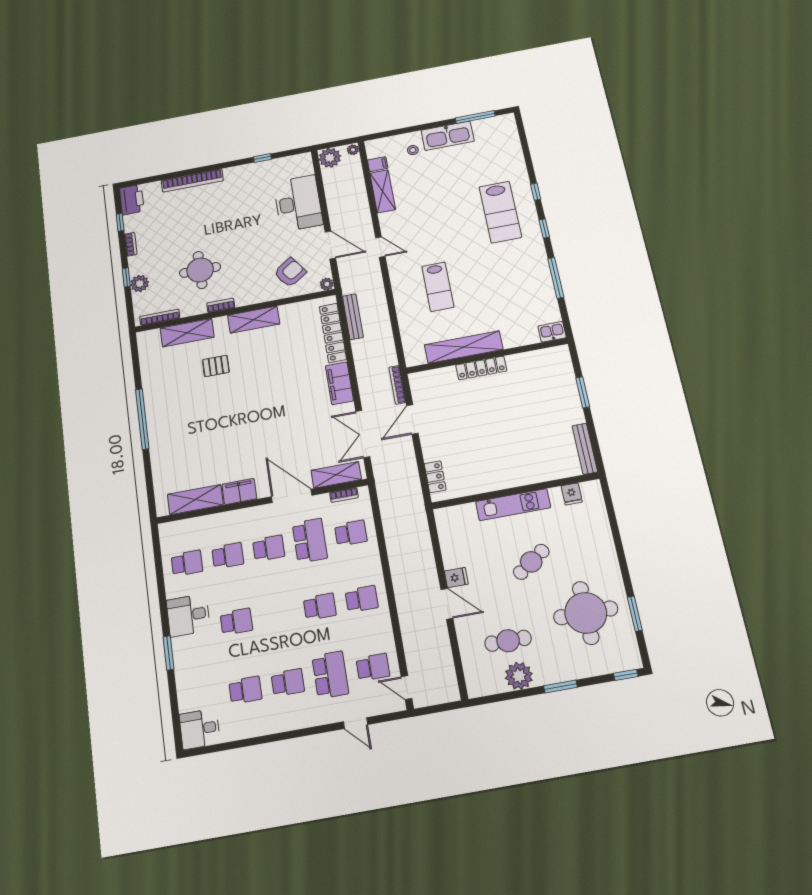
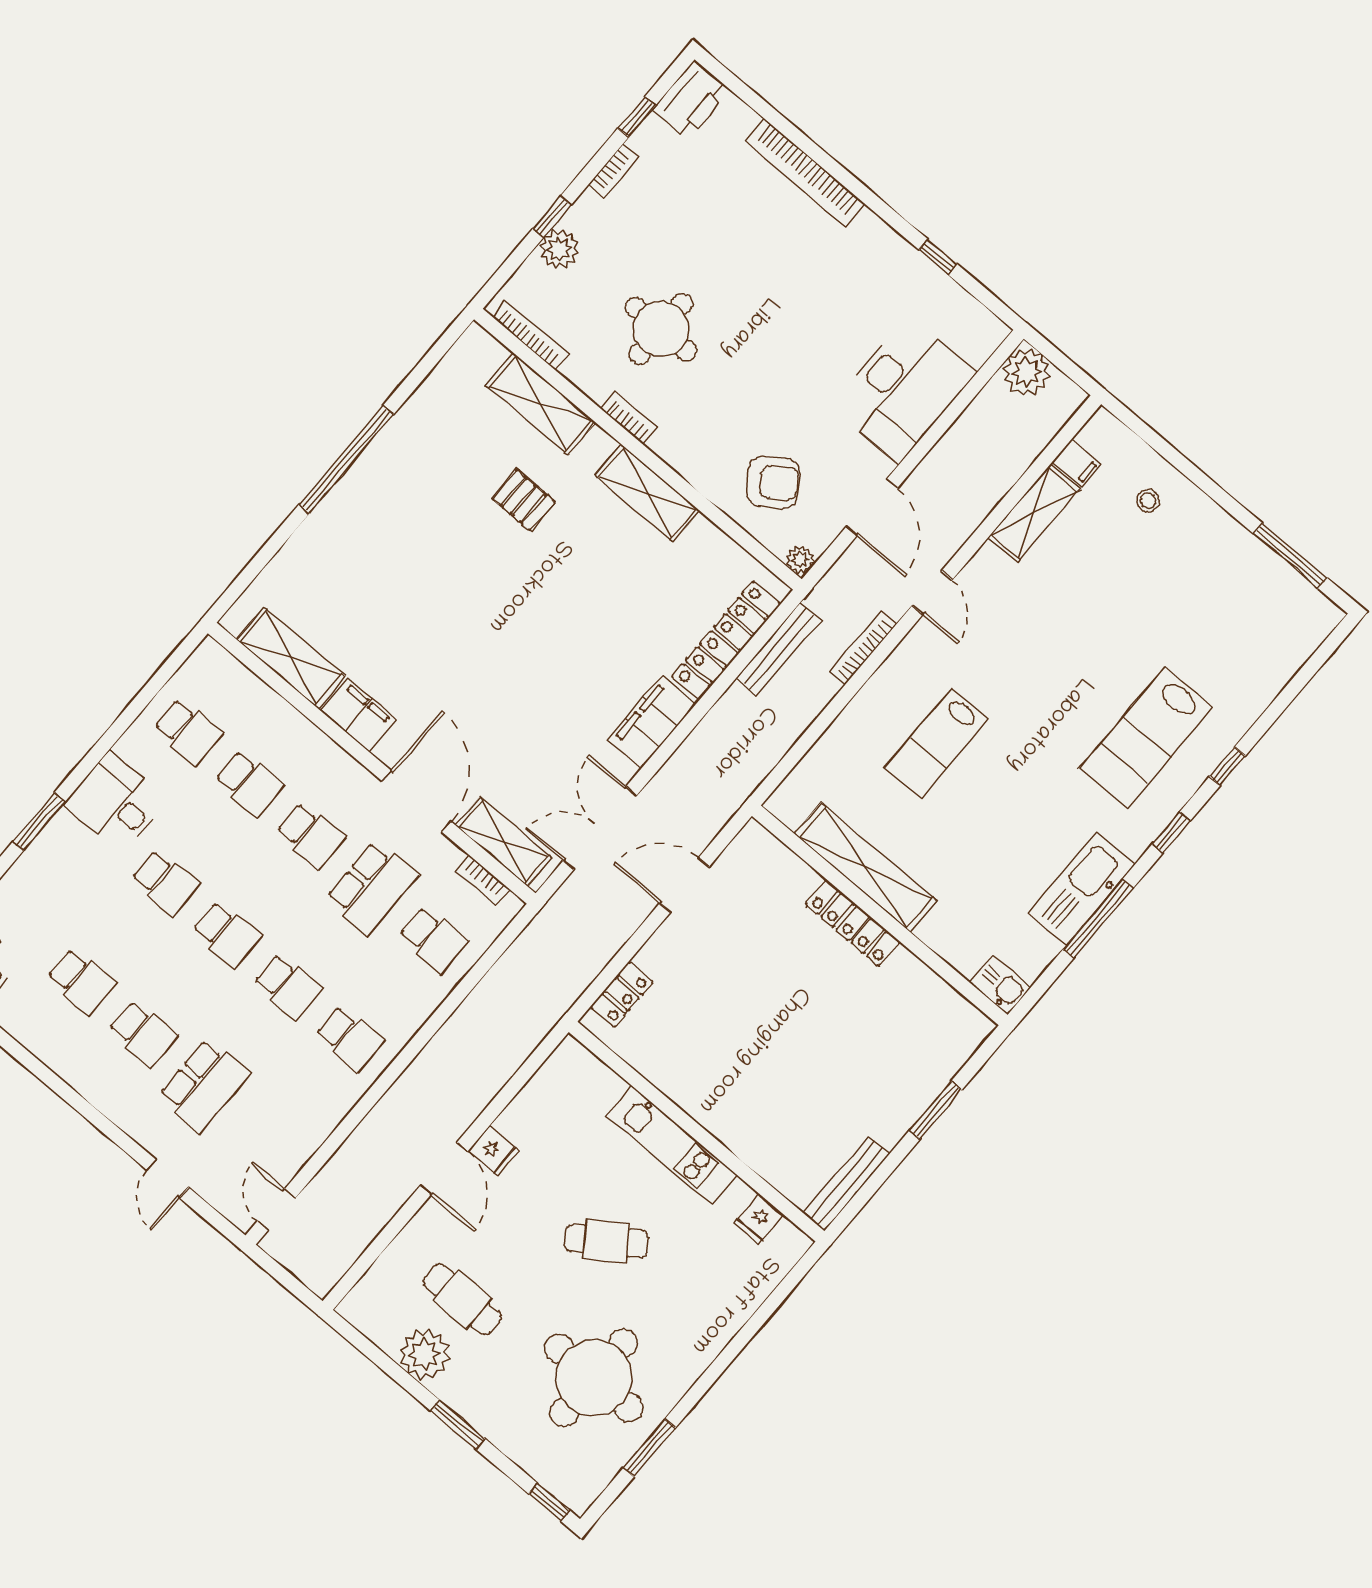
kitchen sink: (448, 136) -> (1081, 889), moved, turned 90
plant: (353, 150) -> (1071, 399), removed
bookcase: (397, 385) -> (863, 648), moved
school desk: (373, 667) -> (227, 934), moved

